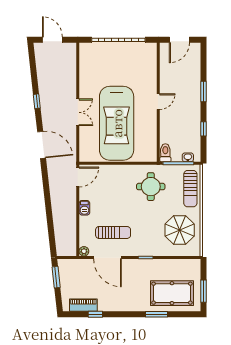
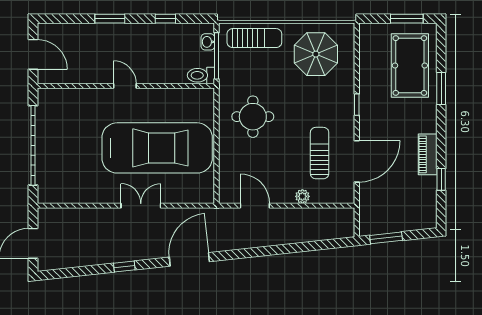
door: (78, 177) -> (255, 206), moved
round table: (151, 187) -> (253, 117), moved
barbecue: (84, 208) -> (283, 196), removed
plant: (84, 251) -> (302, 196), moved
piano: (83, 305) -> (428, 154), moved

